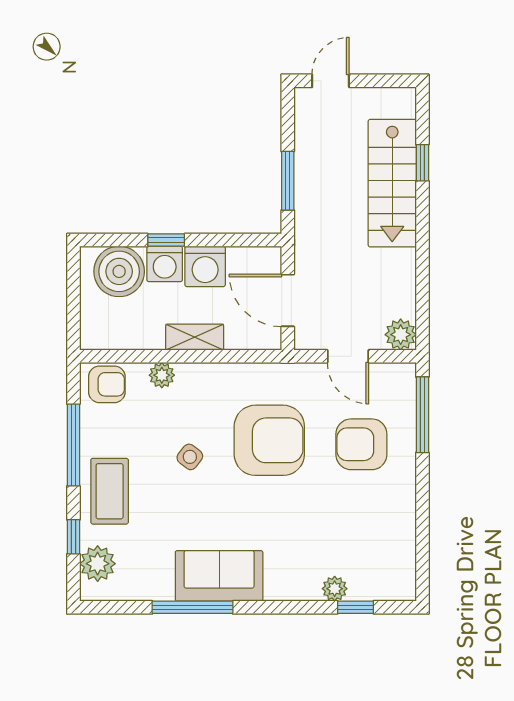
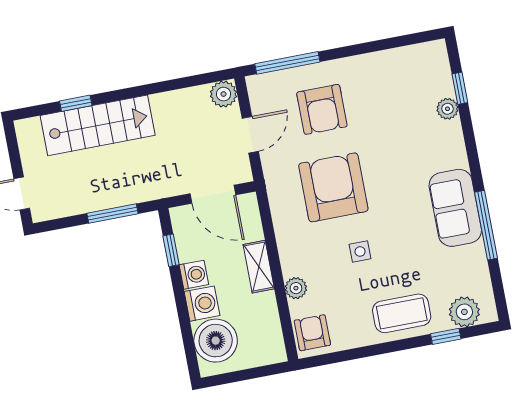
window: (166, 240) -> (171, 250), moved
washing machine: (205, 266) -> (194, 275), width x0.73, depth x0.73
door: (288, 300) -> (213, 194), hinge flipped
window: (73, 445) -> (369, 351), removed
side table: (190, 457) -> (360, 251), turned -38

